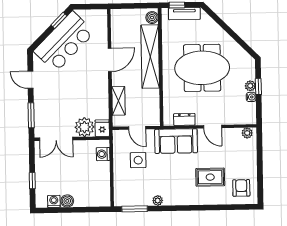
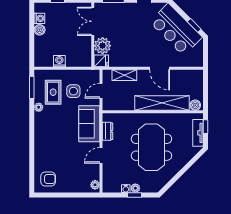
washing machine: (103, 154) -> (59, 61), moved
rug: (210, 177) -> (53, 92), moved

